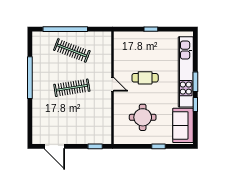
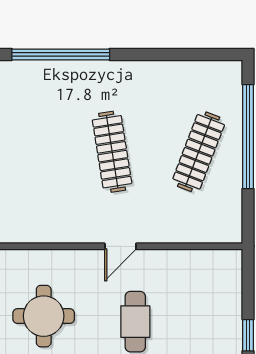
window: (30, 78) -> (61, 54), moved

